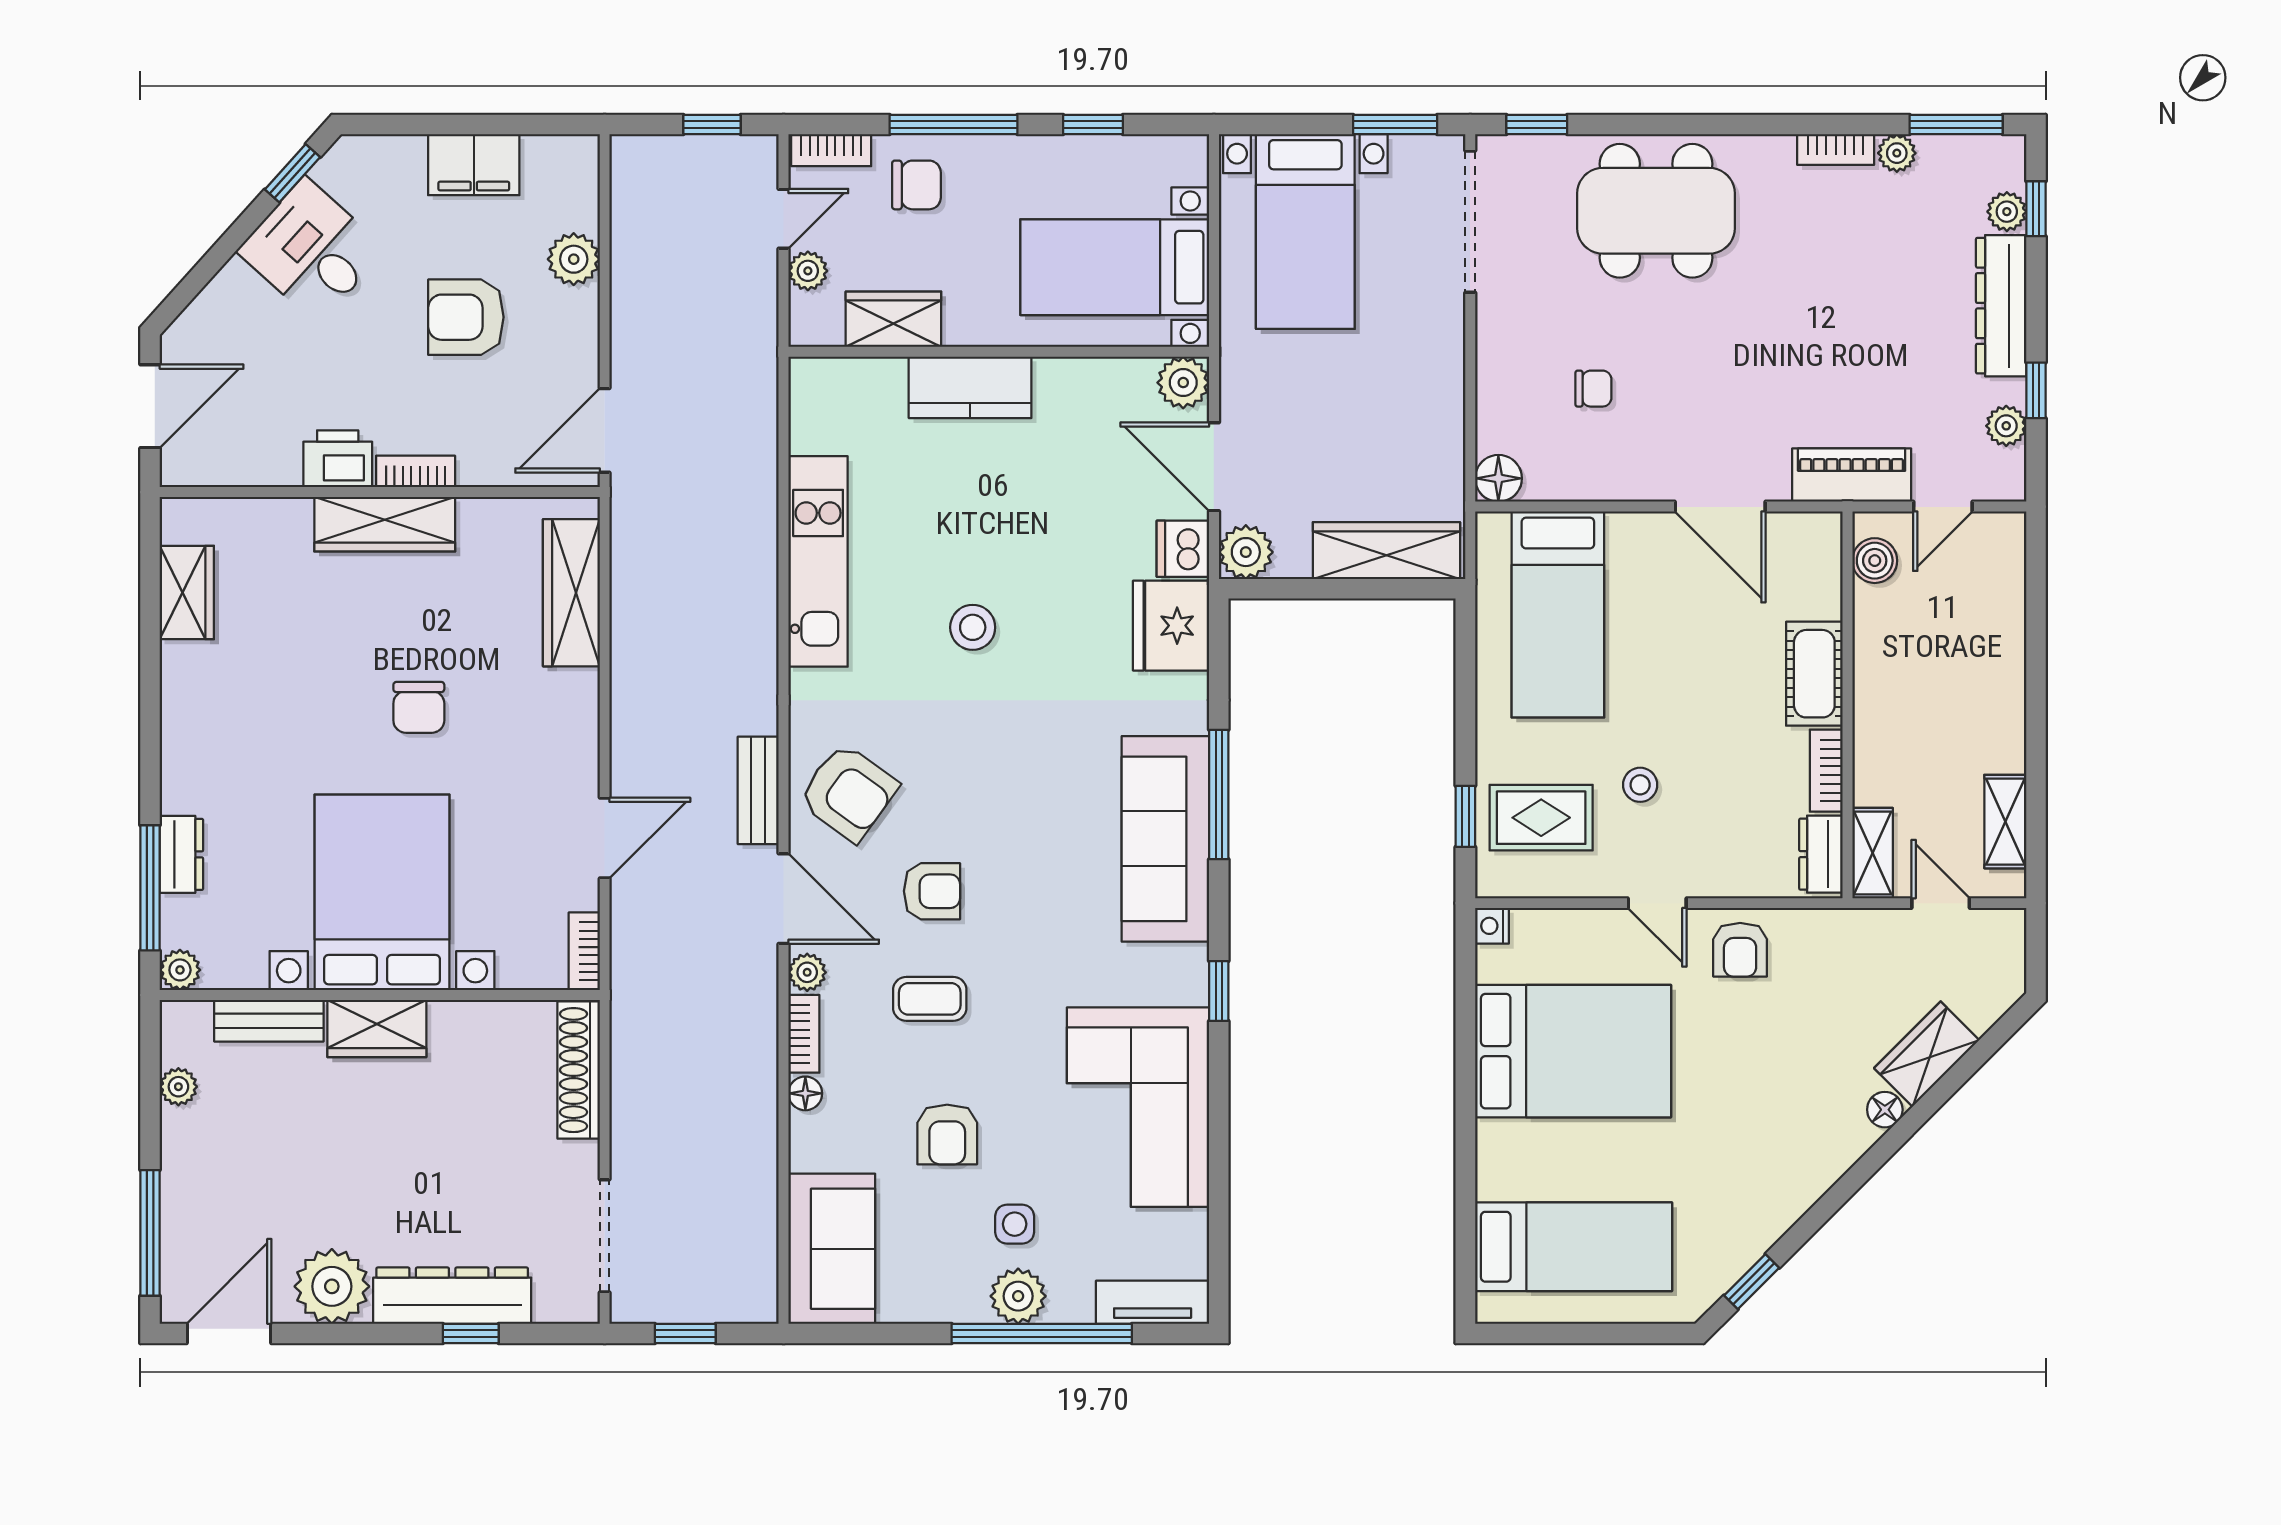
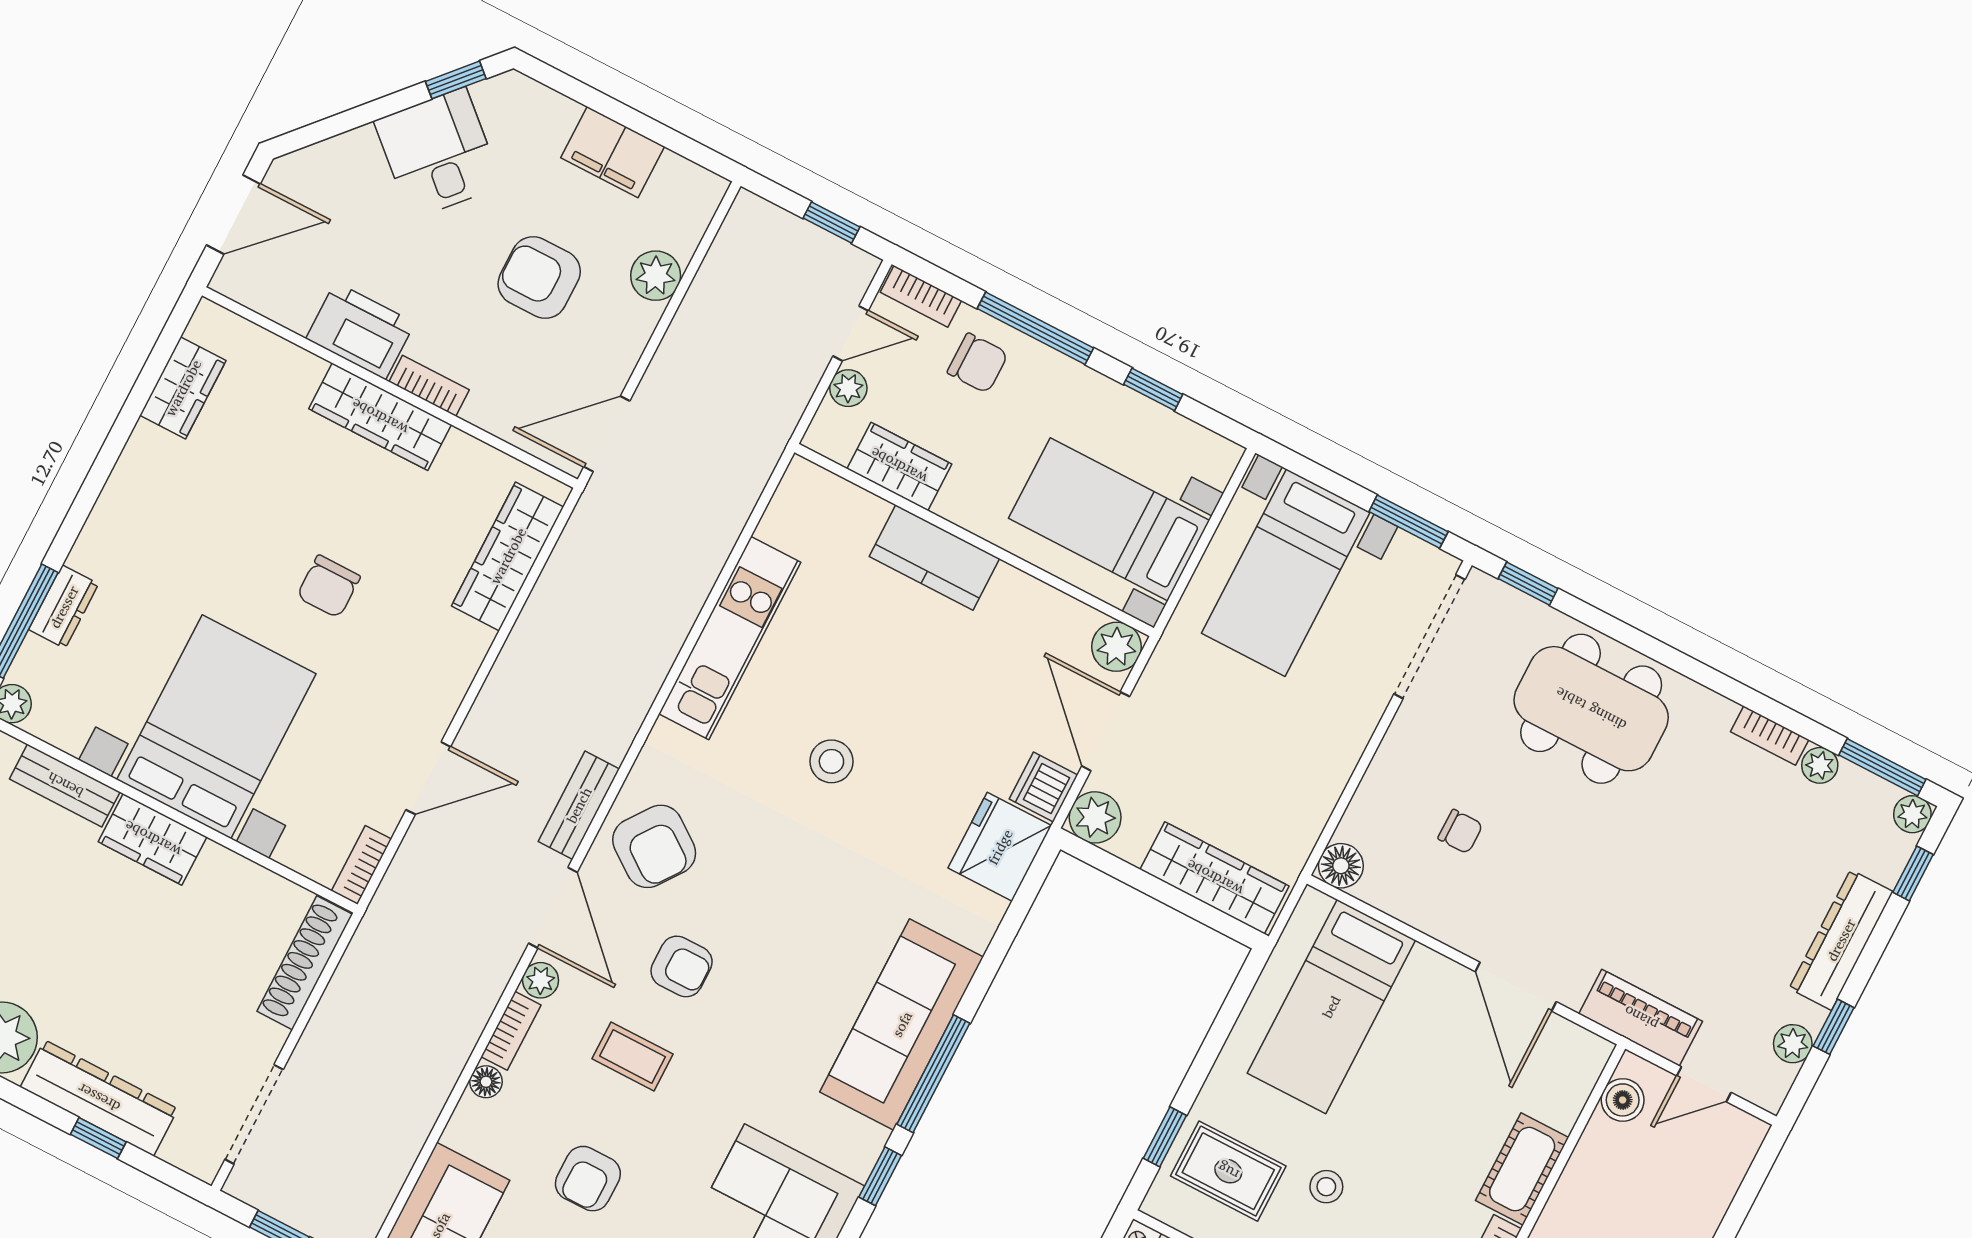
plant: (2007, 212) -> (1912, 814), moved
printer: (338, 459) -> (360, 331), width x1.37, depth x1.19
window: (1219, 794) -> (933, 1074), moved

